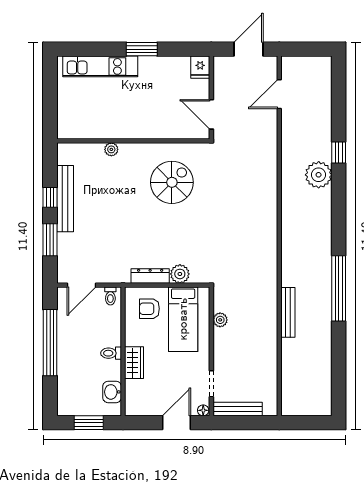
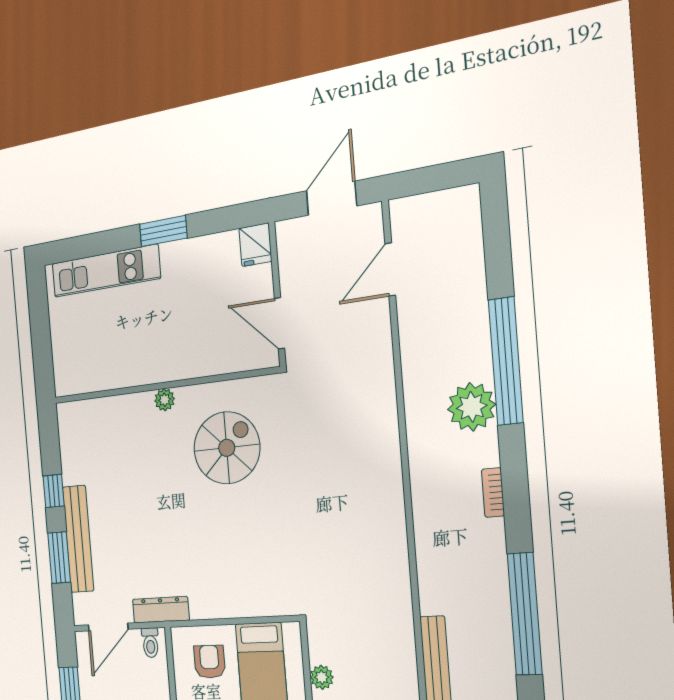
plant: (111, 149) -> (165, 400), moved
window: (339, 153) -> (506, 361), width x3.17
bench: (65, 199) -> (78, 539), moved
bookcase: (327, 222) -> (493, 493), added
plant: (180, 274) -> (251, 602), removed
dresser: (150, 276) -> (161, 610), moved
armchair: (149, 309) -> (209, 662), turned 90

